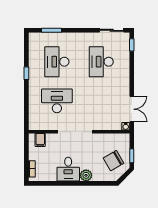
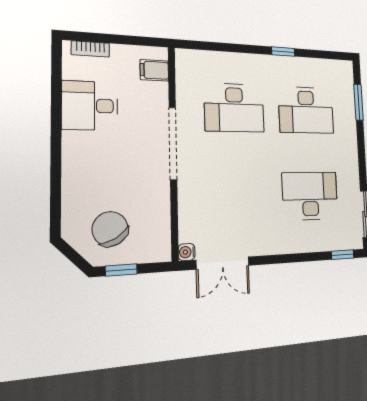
desk: (57, 62) -> (306, 110), turned 180
desk: (57, 101) -> (234, 108), turned 90
desk: (68, 169) -> (90, 106), moved
plant: (86, 175) -> (75, 167), removed

